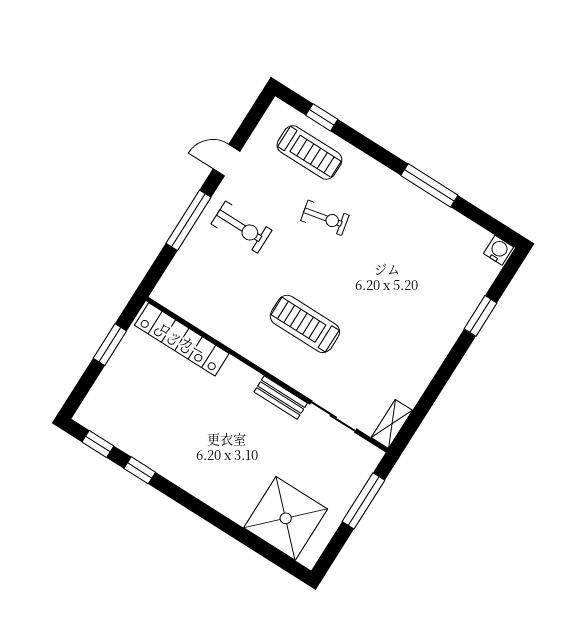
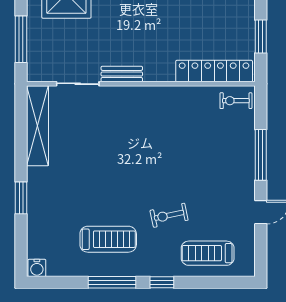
window: (322, 117) -> (162, 282), moved
exercise bike: (241, 227) -> (236, 101), moved, width x0.73, depth x0.72
window: (480, 316) -> (21, 198), moved
treadmill: (305, 324) -> (108, 239), moved
shelving: (392, 424) -> (37, 126), width x2.20, depth x1.33

